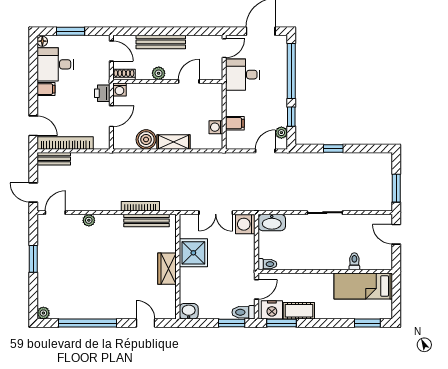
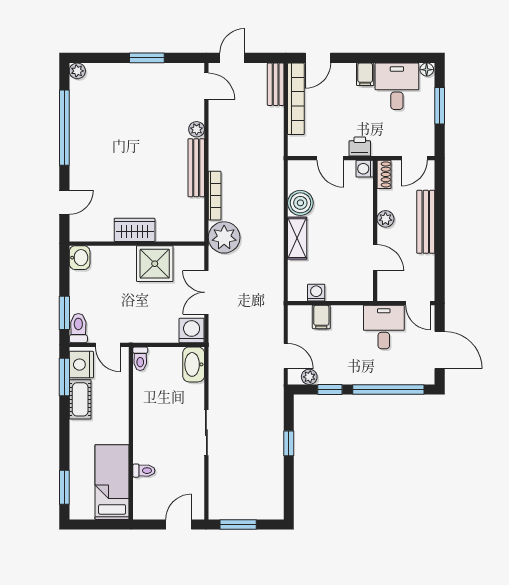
plant: (173, 199) -> (224, 237), added
bench: (146, 221) -> (196, 168), moved

